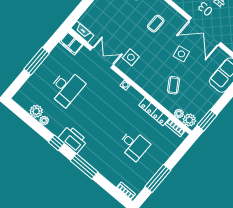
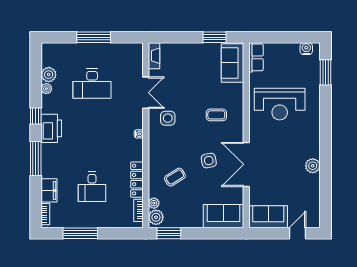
filing cabinet: (71, 43) -> (49, 190), moved, turned 180

